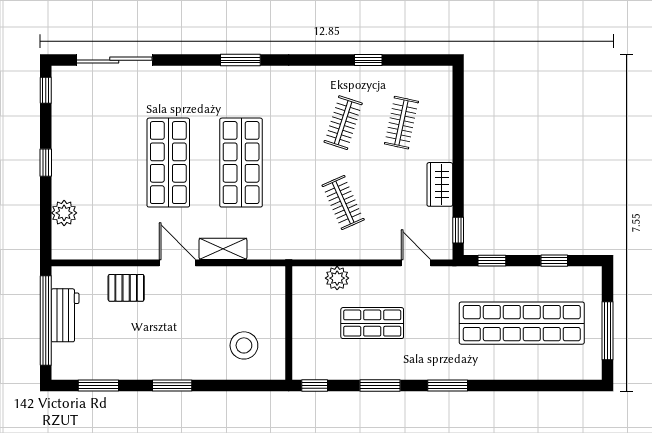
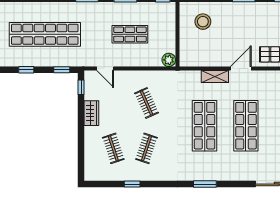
clothes rail: (401, 123) -> (113, 148), turned -30
door: (177, 263) -> (241, 69), swing flipped
plant: (337, 278) -> (169, 60), moved

